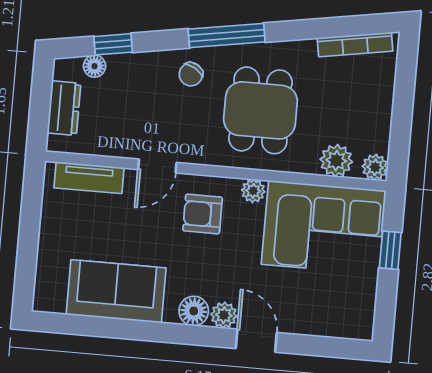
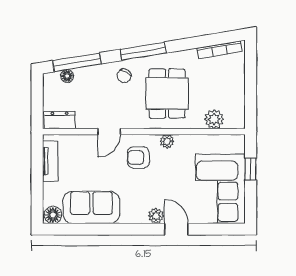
window: (113, 44) -> (77, 62), width x2.17
dresser: (64, 108) -> (60, 120), moved, turned -90
plant: (375, 167) -> (237, 121), removed
tv unit: (89, 178) -> (50, 161), moved, turned -90
corner sofa: (324, 227) -> (220, 189), moved, turned 90
floor lamp: (194, 311) -> (53, 215), moved

